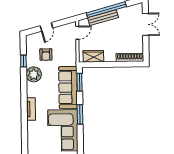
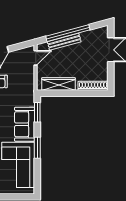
wardrobe: (93, 56) -> (59, 84), width x1.50
sofa: (68, 88) -> (25, 124), width x0.73

